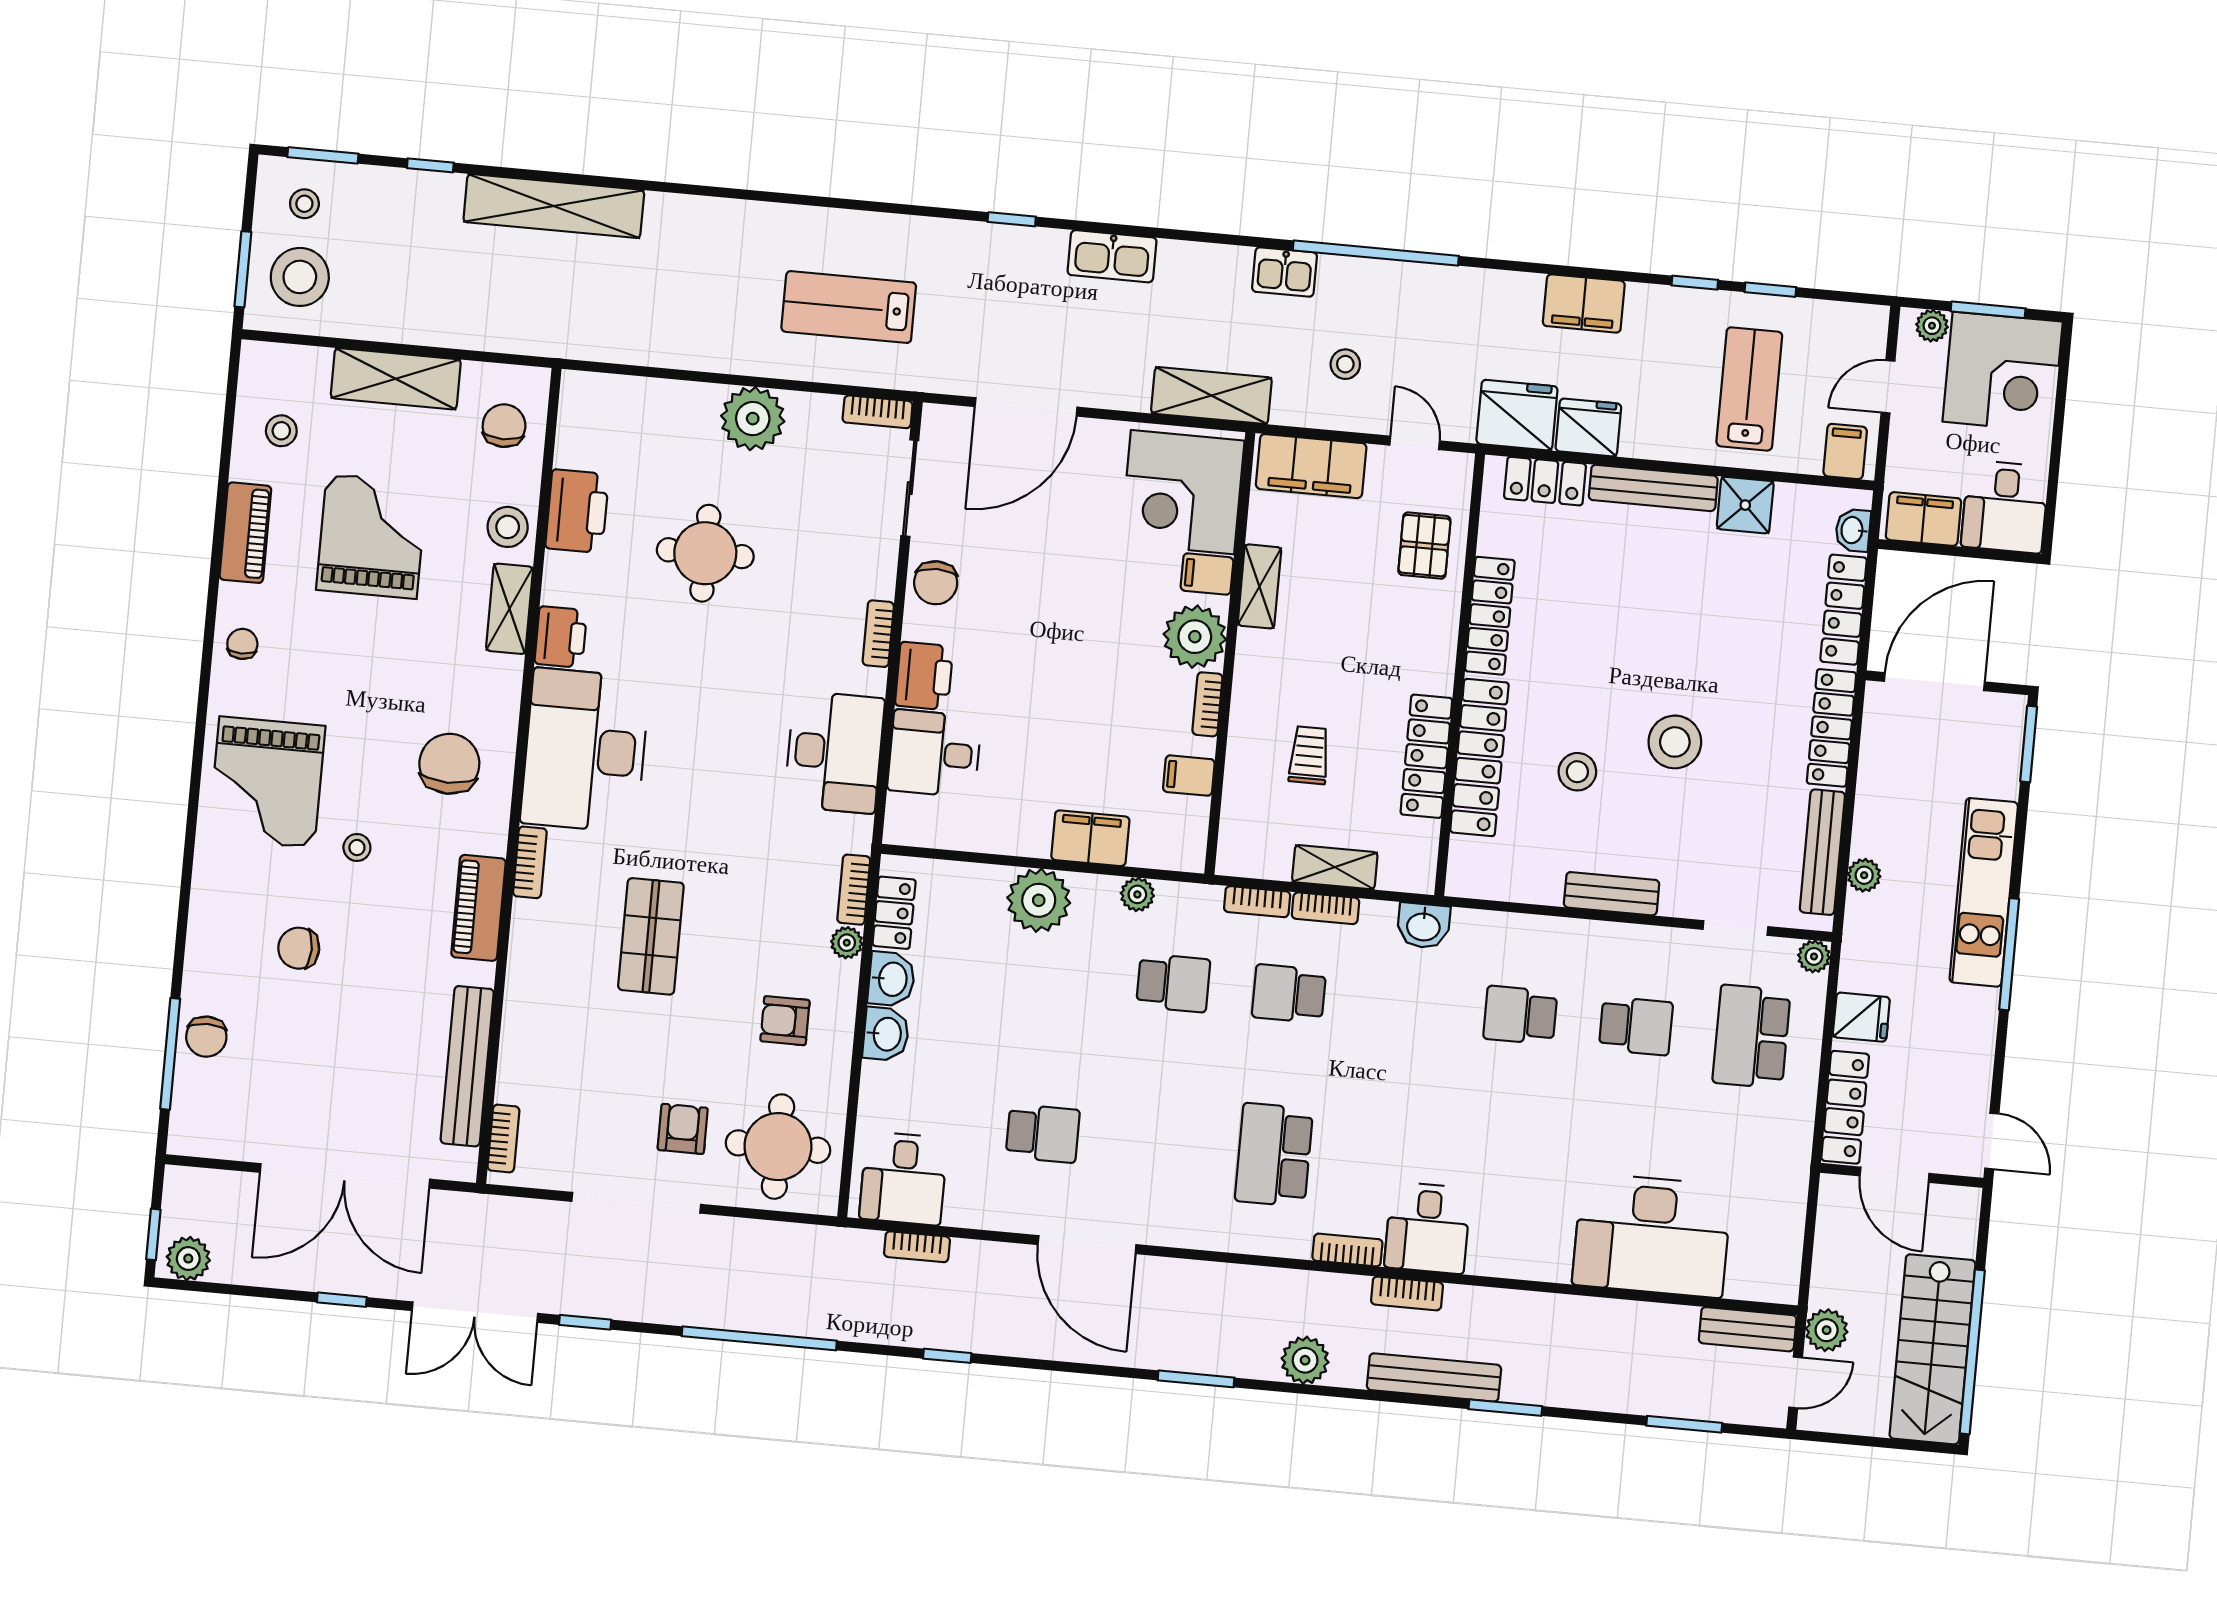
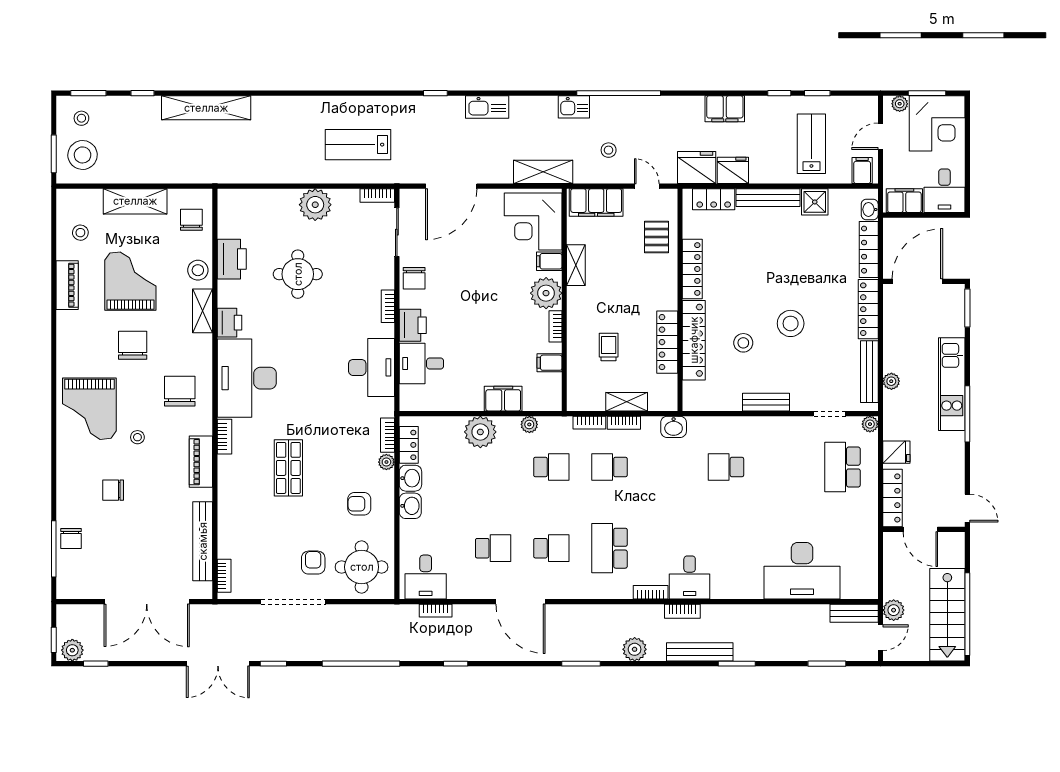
chair: (242, 644) -> (133, 345), moved, width x1.87, depth x1.87
school desk: (1636, 1026) -> (551, 548), moved
window: (342, 1300) -> (96, 664), moved

